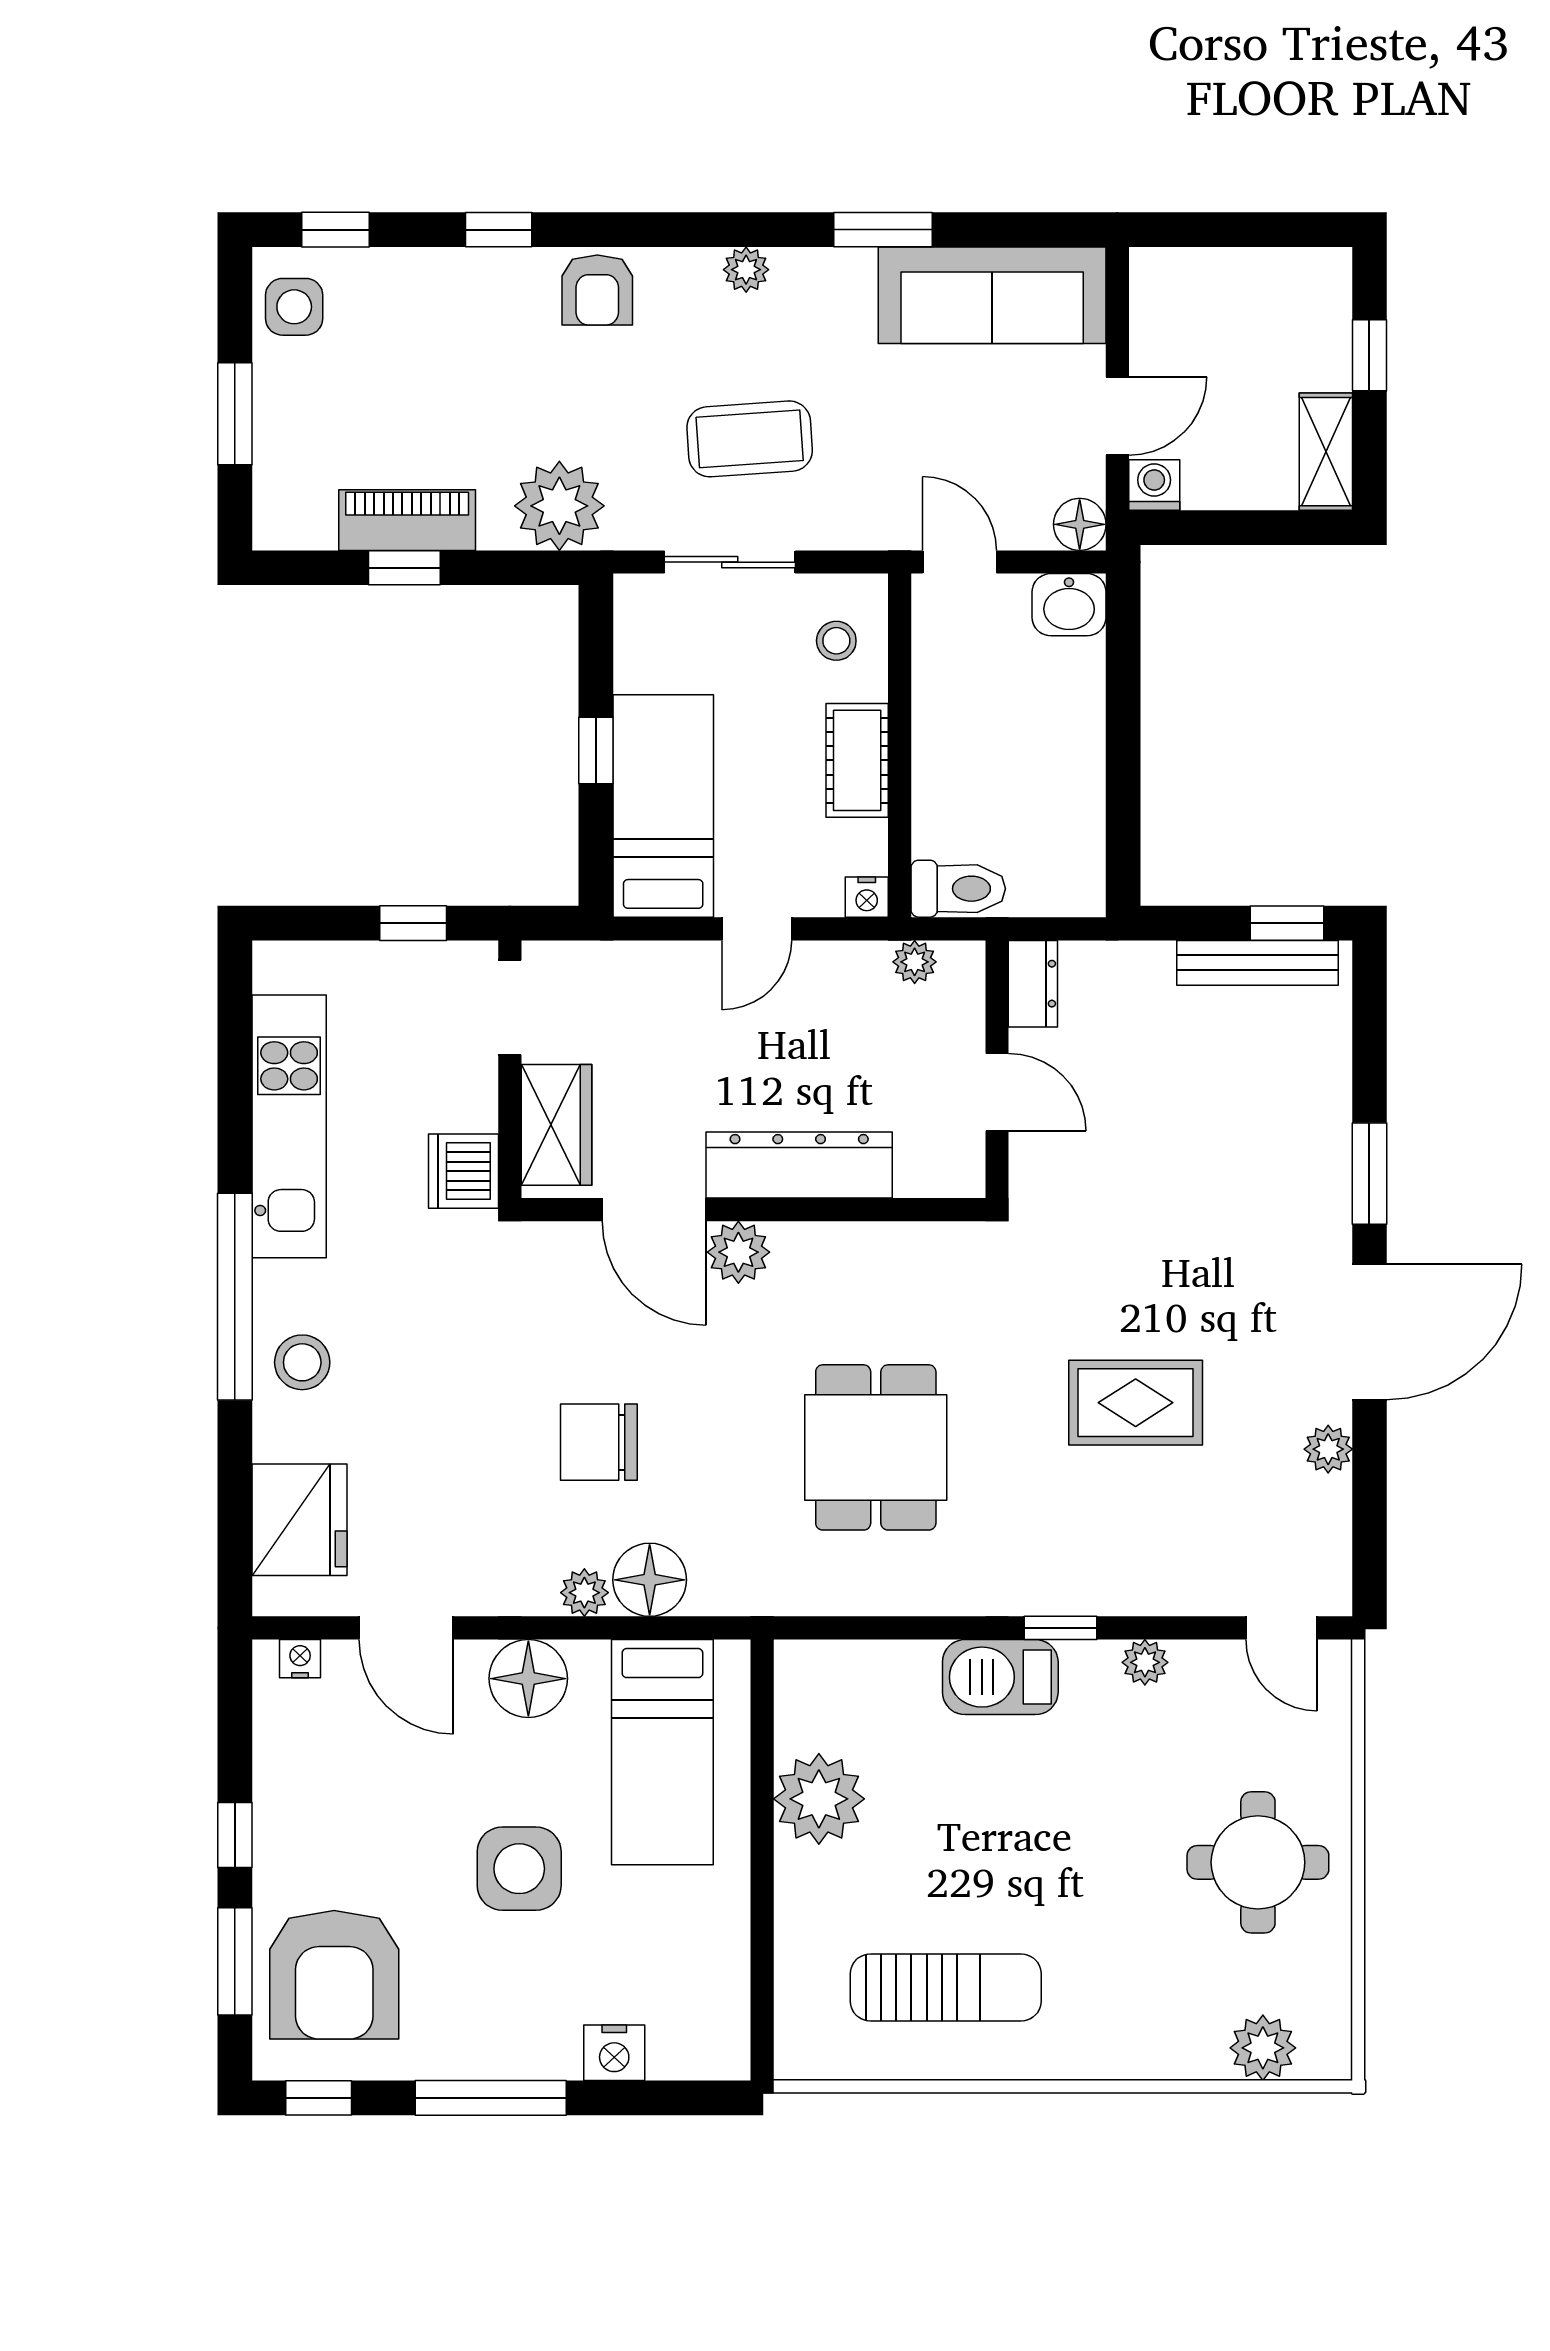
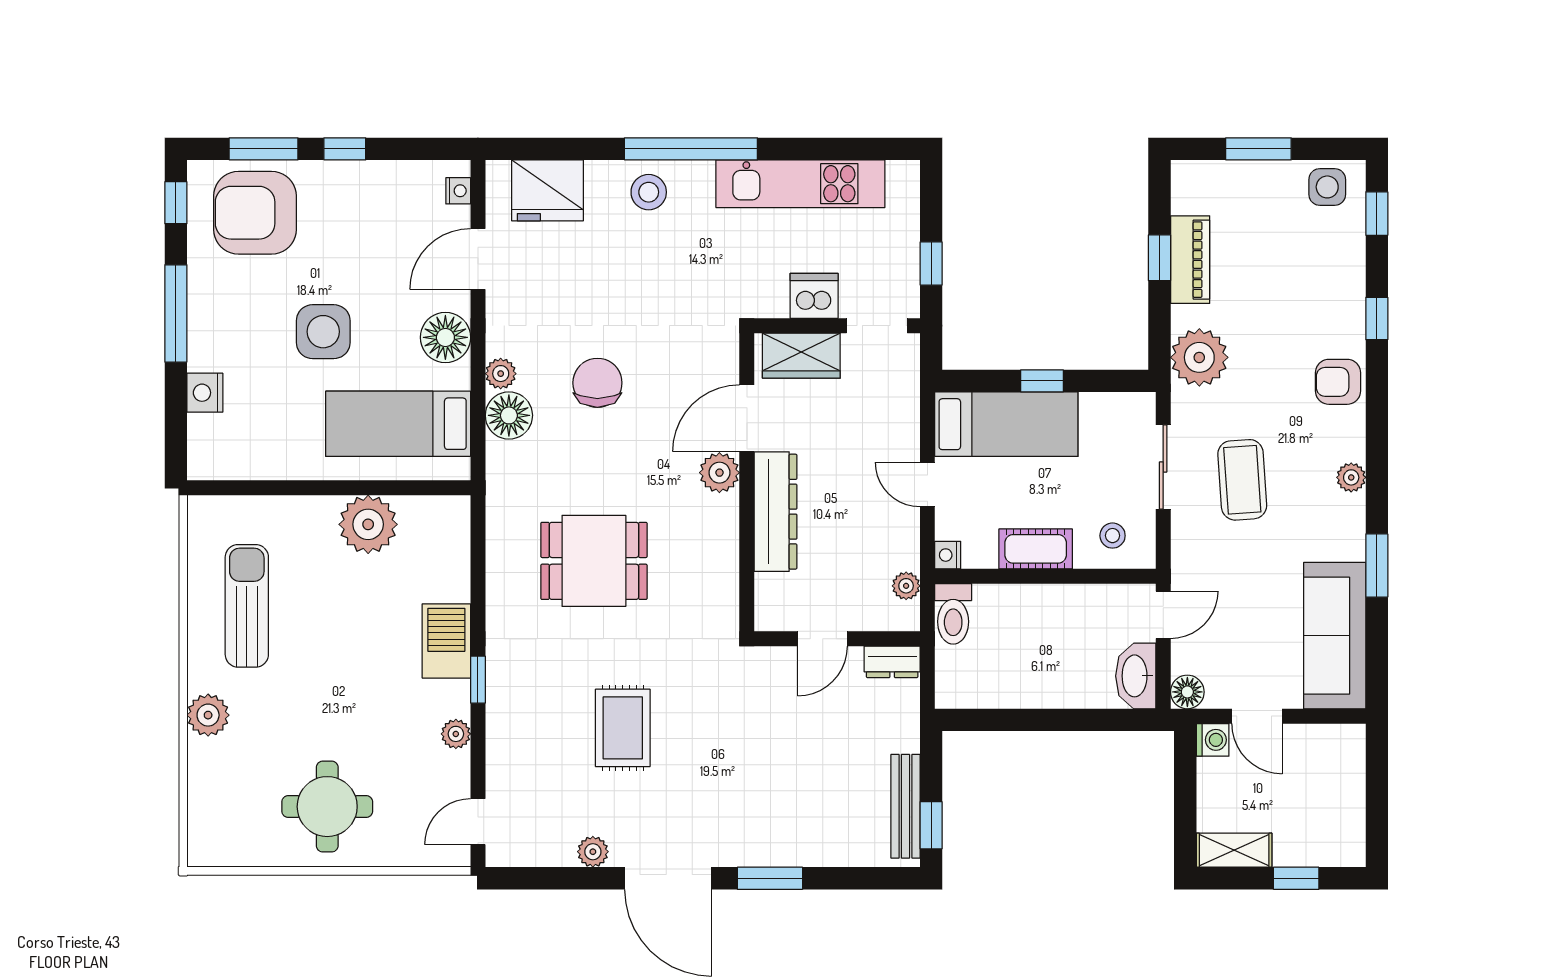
washbasin: (1069, 605) -> (1136, 676), width x1.38
dishwasher: (464, 1171) -> (814, 296), moved
sun lounger: (946, 1987) -> (247, 606), turned 180
plant: (1263, 2048) -> (208, 715), moved

